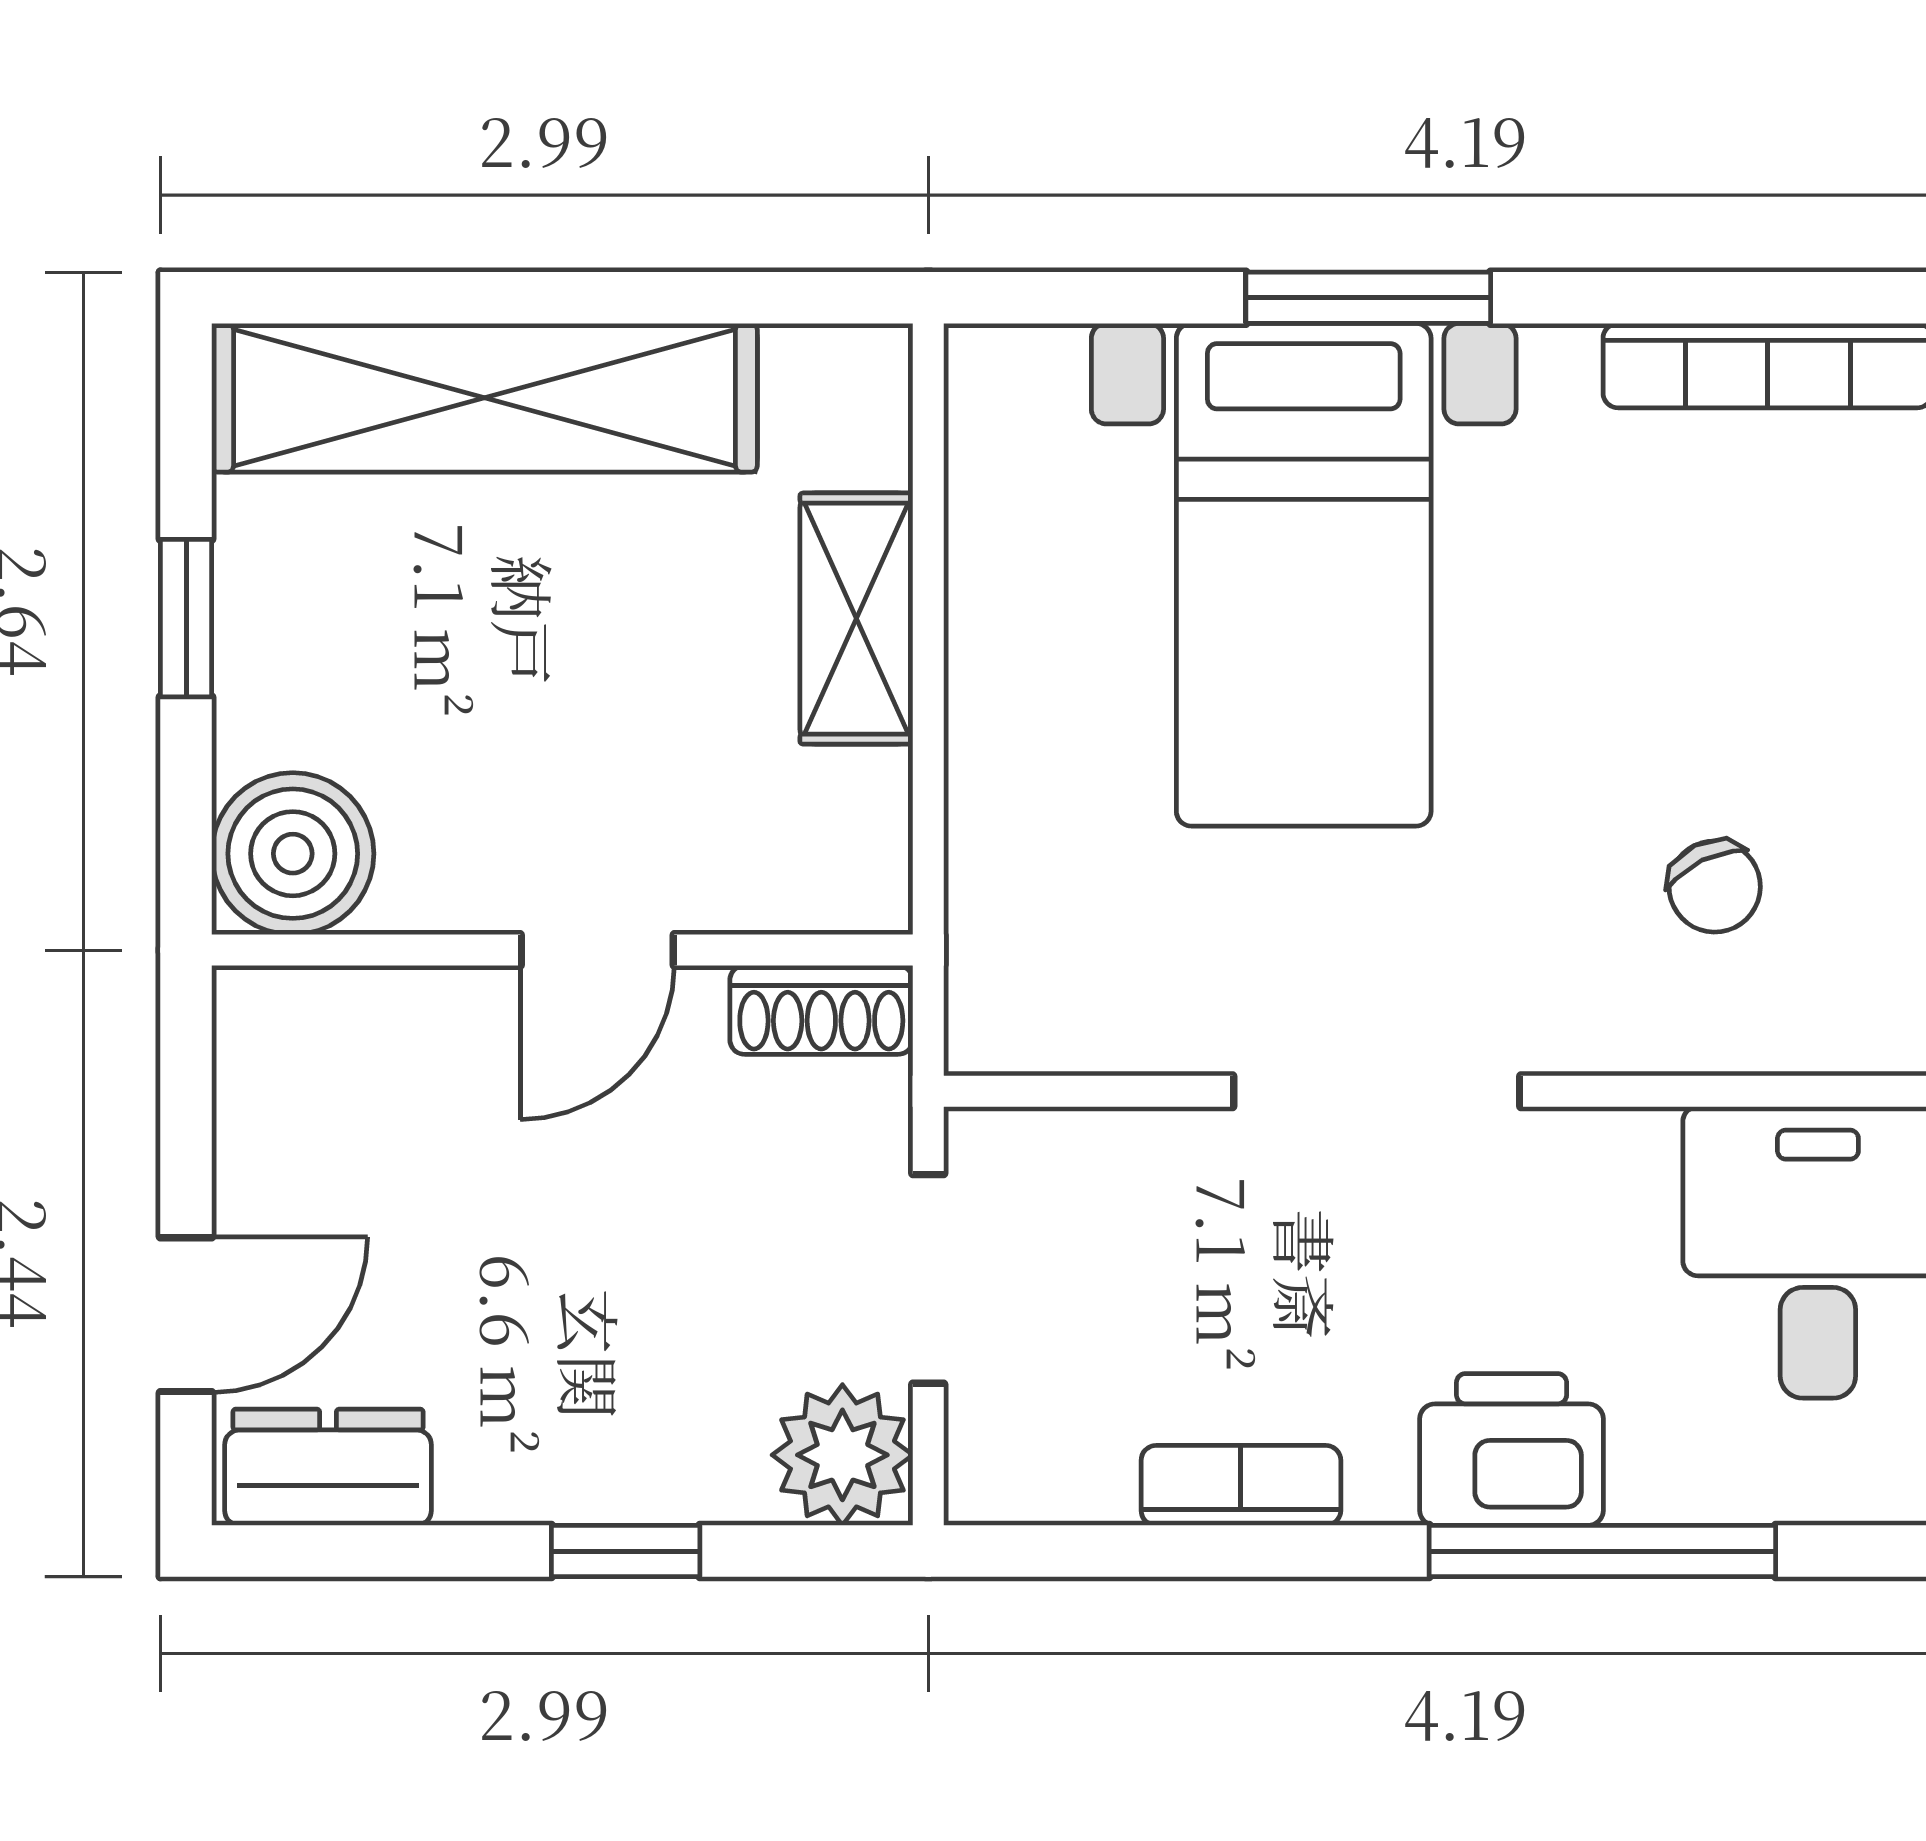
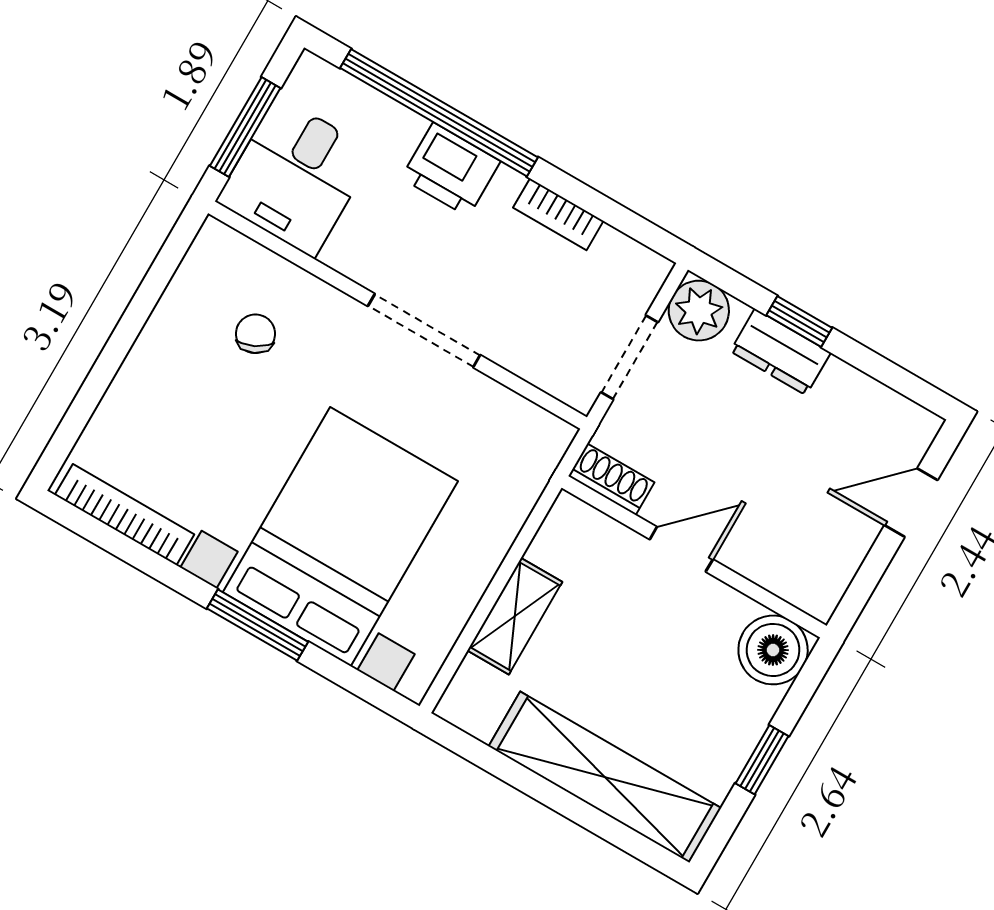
bed with nightstands: (1304, 575) -> (340, 537), width x1.36
dresser: (328, 1467) -> (780, 352), moved
window: (1602, 1551) -> (439, 113), width x1.46

